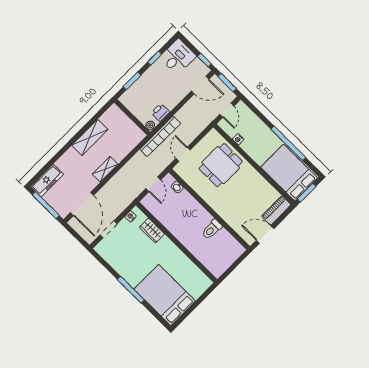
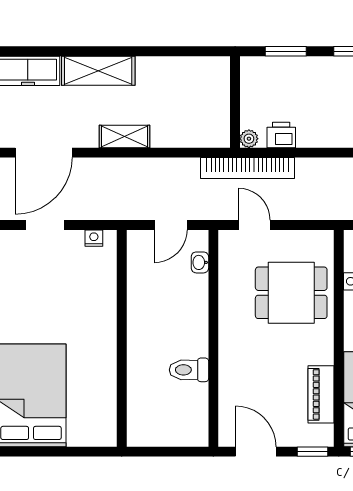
shelving: (90, 137) -> (98, 71), moved
door: (183, 154) -> (254, 225), hinge flipped
piano: (276, 210) -> (321, 394), moved, turned -90
window: (285, 214) -> (313, 452), added
wardrobe: (152, 231) -> (104, 288), removed

